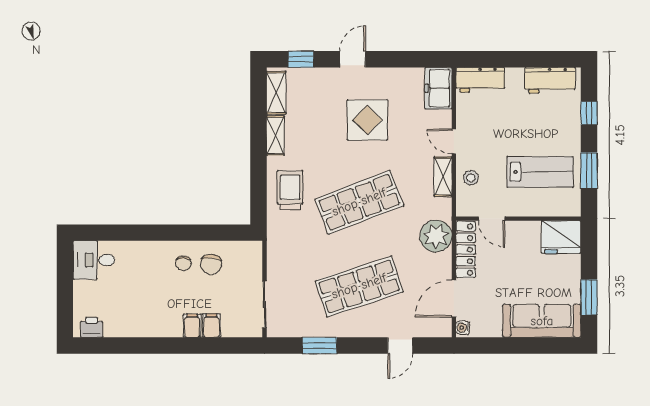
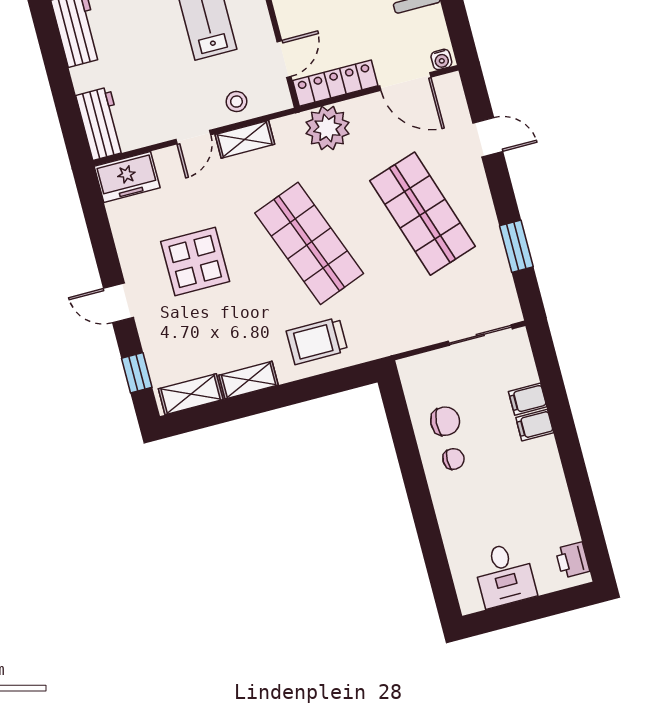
desk: (94, 260) -> (505, 575), moved

